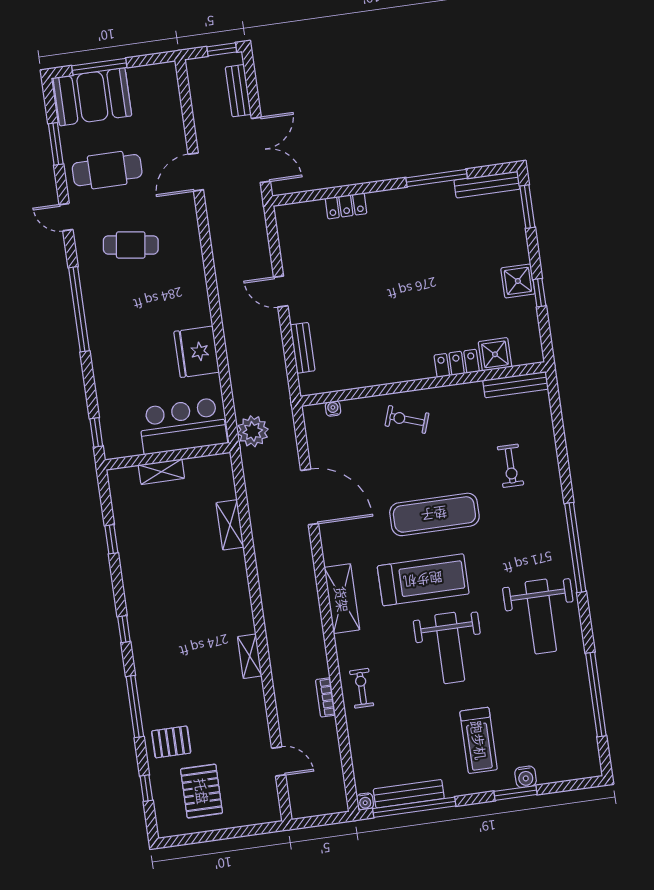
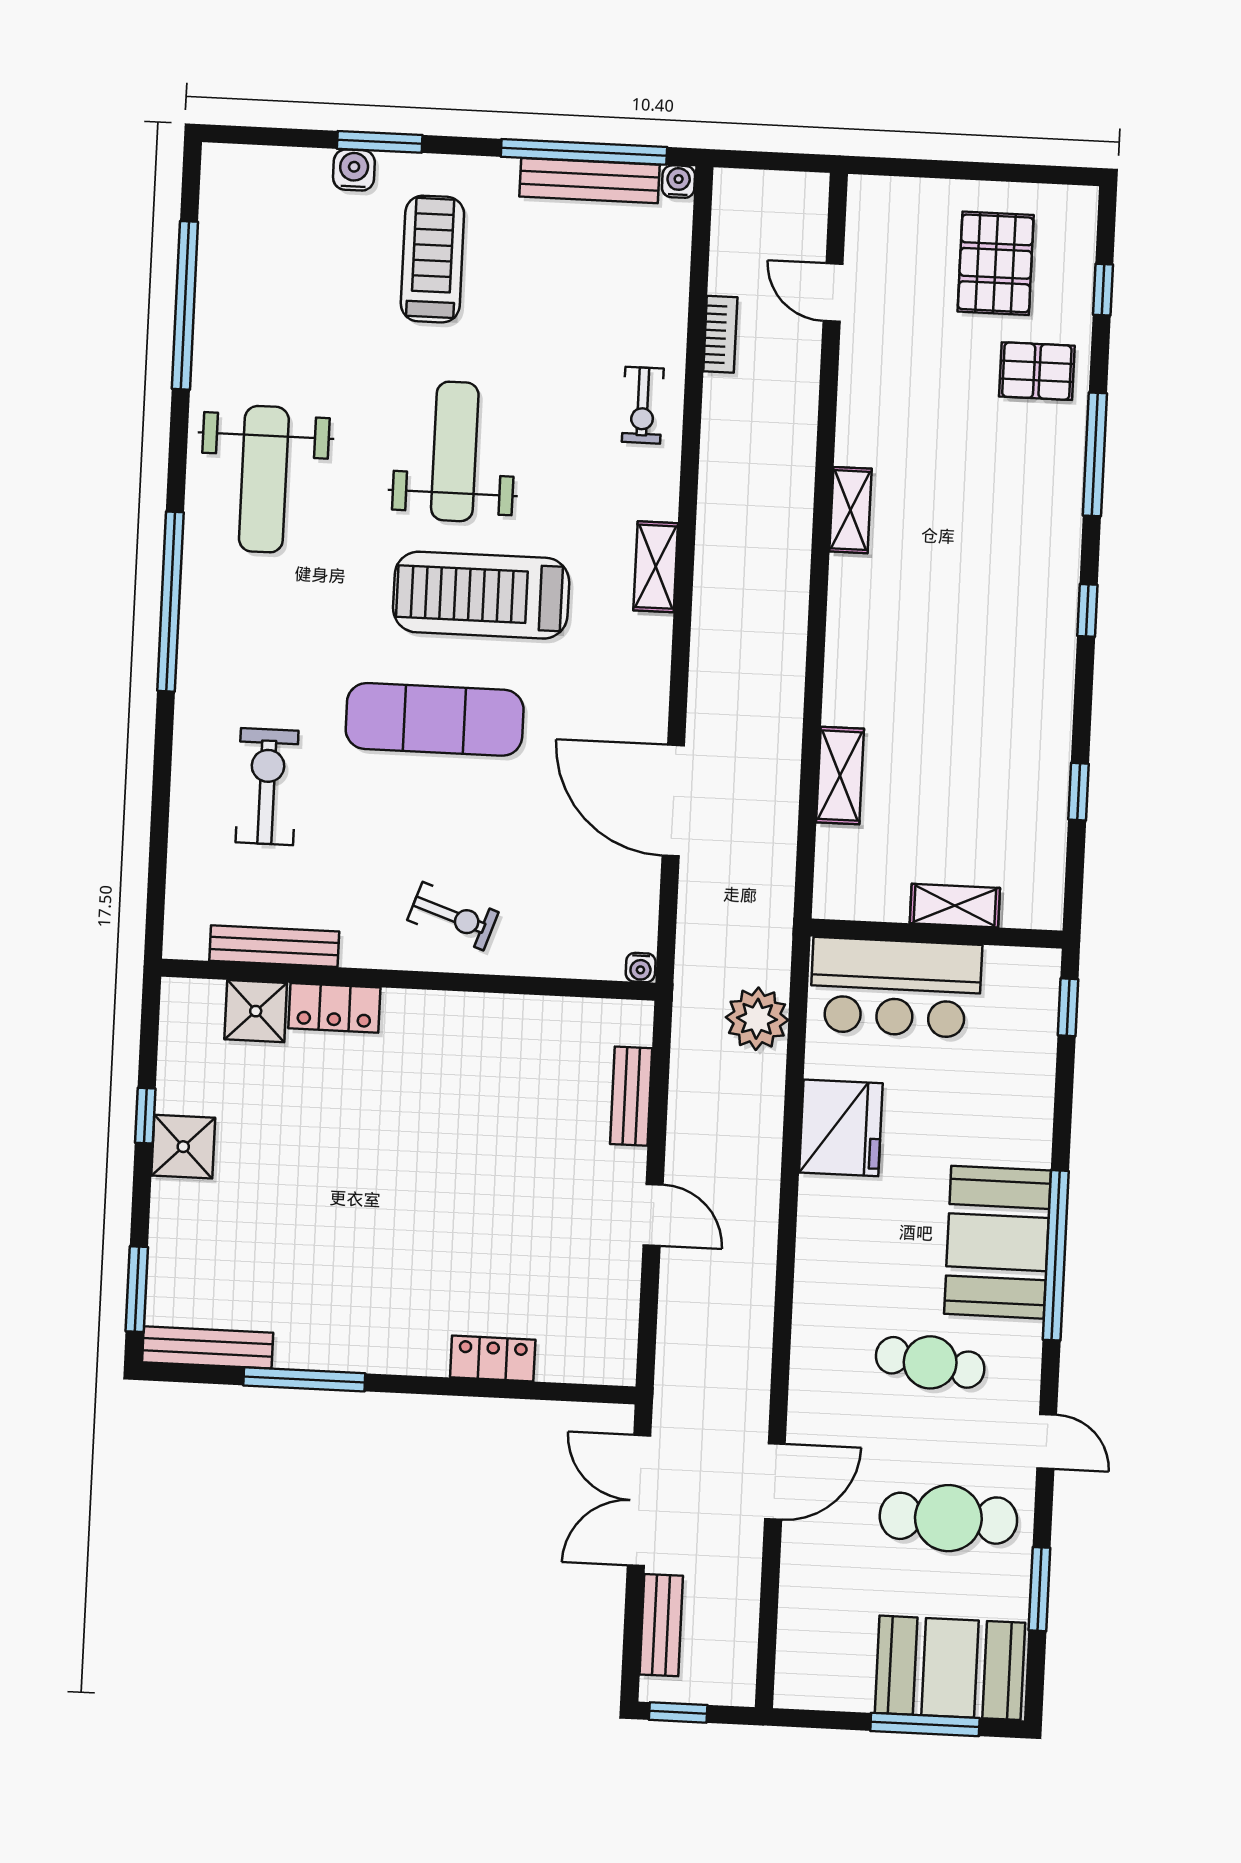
booth: (109, 310) -> (998, 1242), added
bench: (516, 385) -> (274, 946), moved
water cooler: (333, 409) -> (641, 968), moved
plant: (253, 431) -> (757, 1019), moved
exercise bike: (510, 466) -> (267, 787), width x1.38, depth x1.39
shelving: (342, 599) -> (656, 567), width x0.67, depth x0.75
weight bench: (541, 616) -> (264, 479), turned 180
bookcase: (326, 697) -> (720, 334), moved

